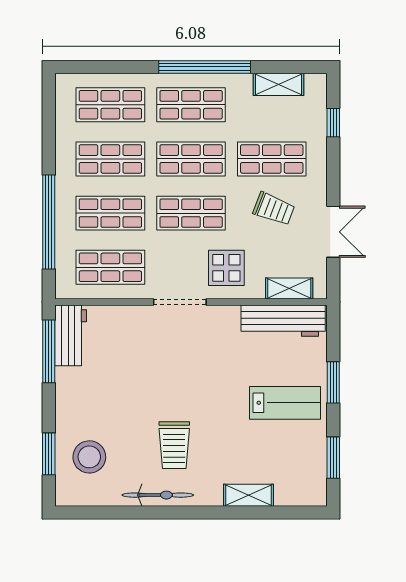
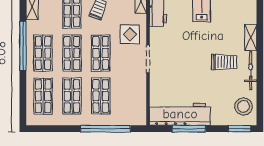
shop shelf: (110, 267) -> (130, 96), removed
workbench: (71, 335) -> (180, 114), width x1.88, depth x1.32
window: (49, 351) -> (189, 129), moved
window: (49, 454) -> (240, 129), moved
stool: (89, 457) -> (244, 106), moved
shelving: (248, 495) -> (251, 37), moved

